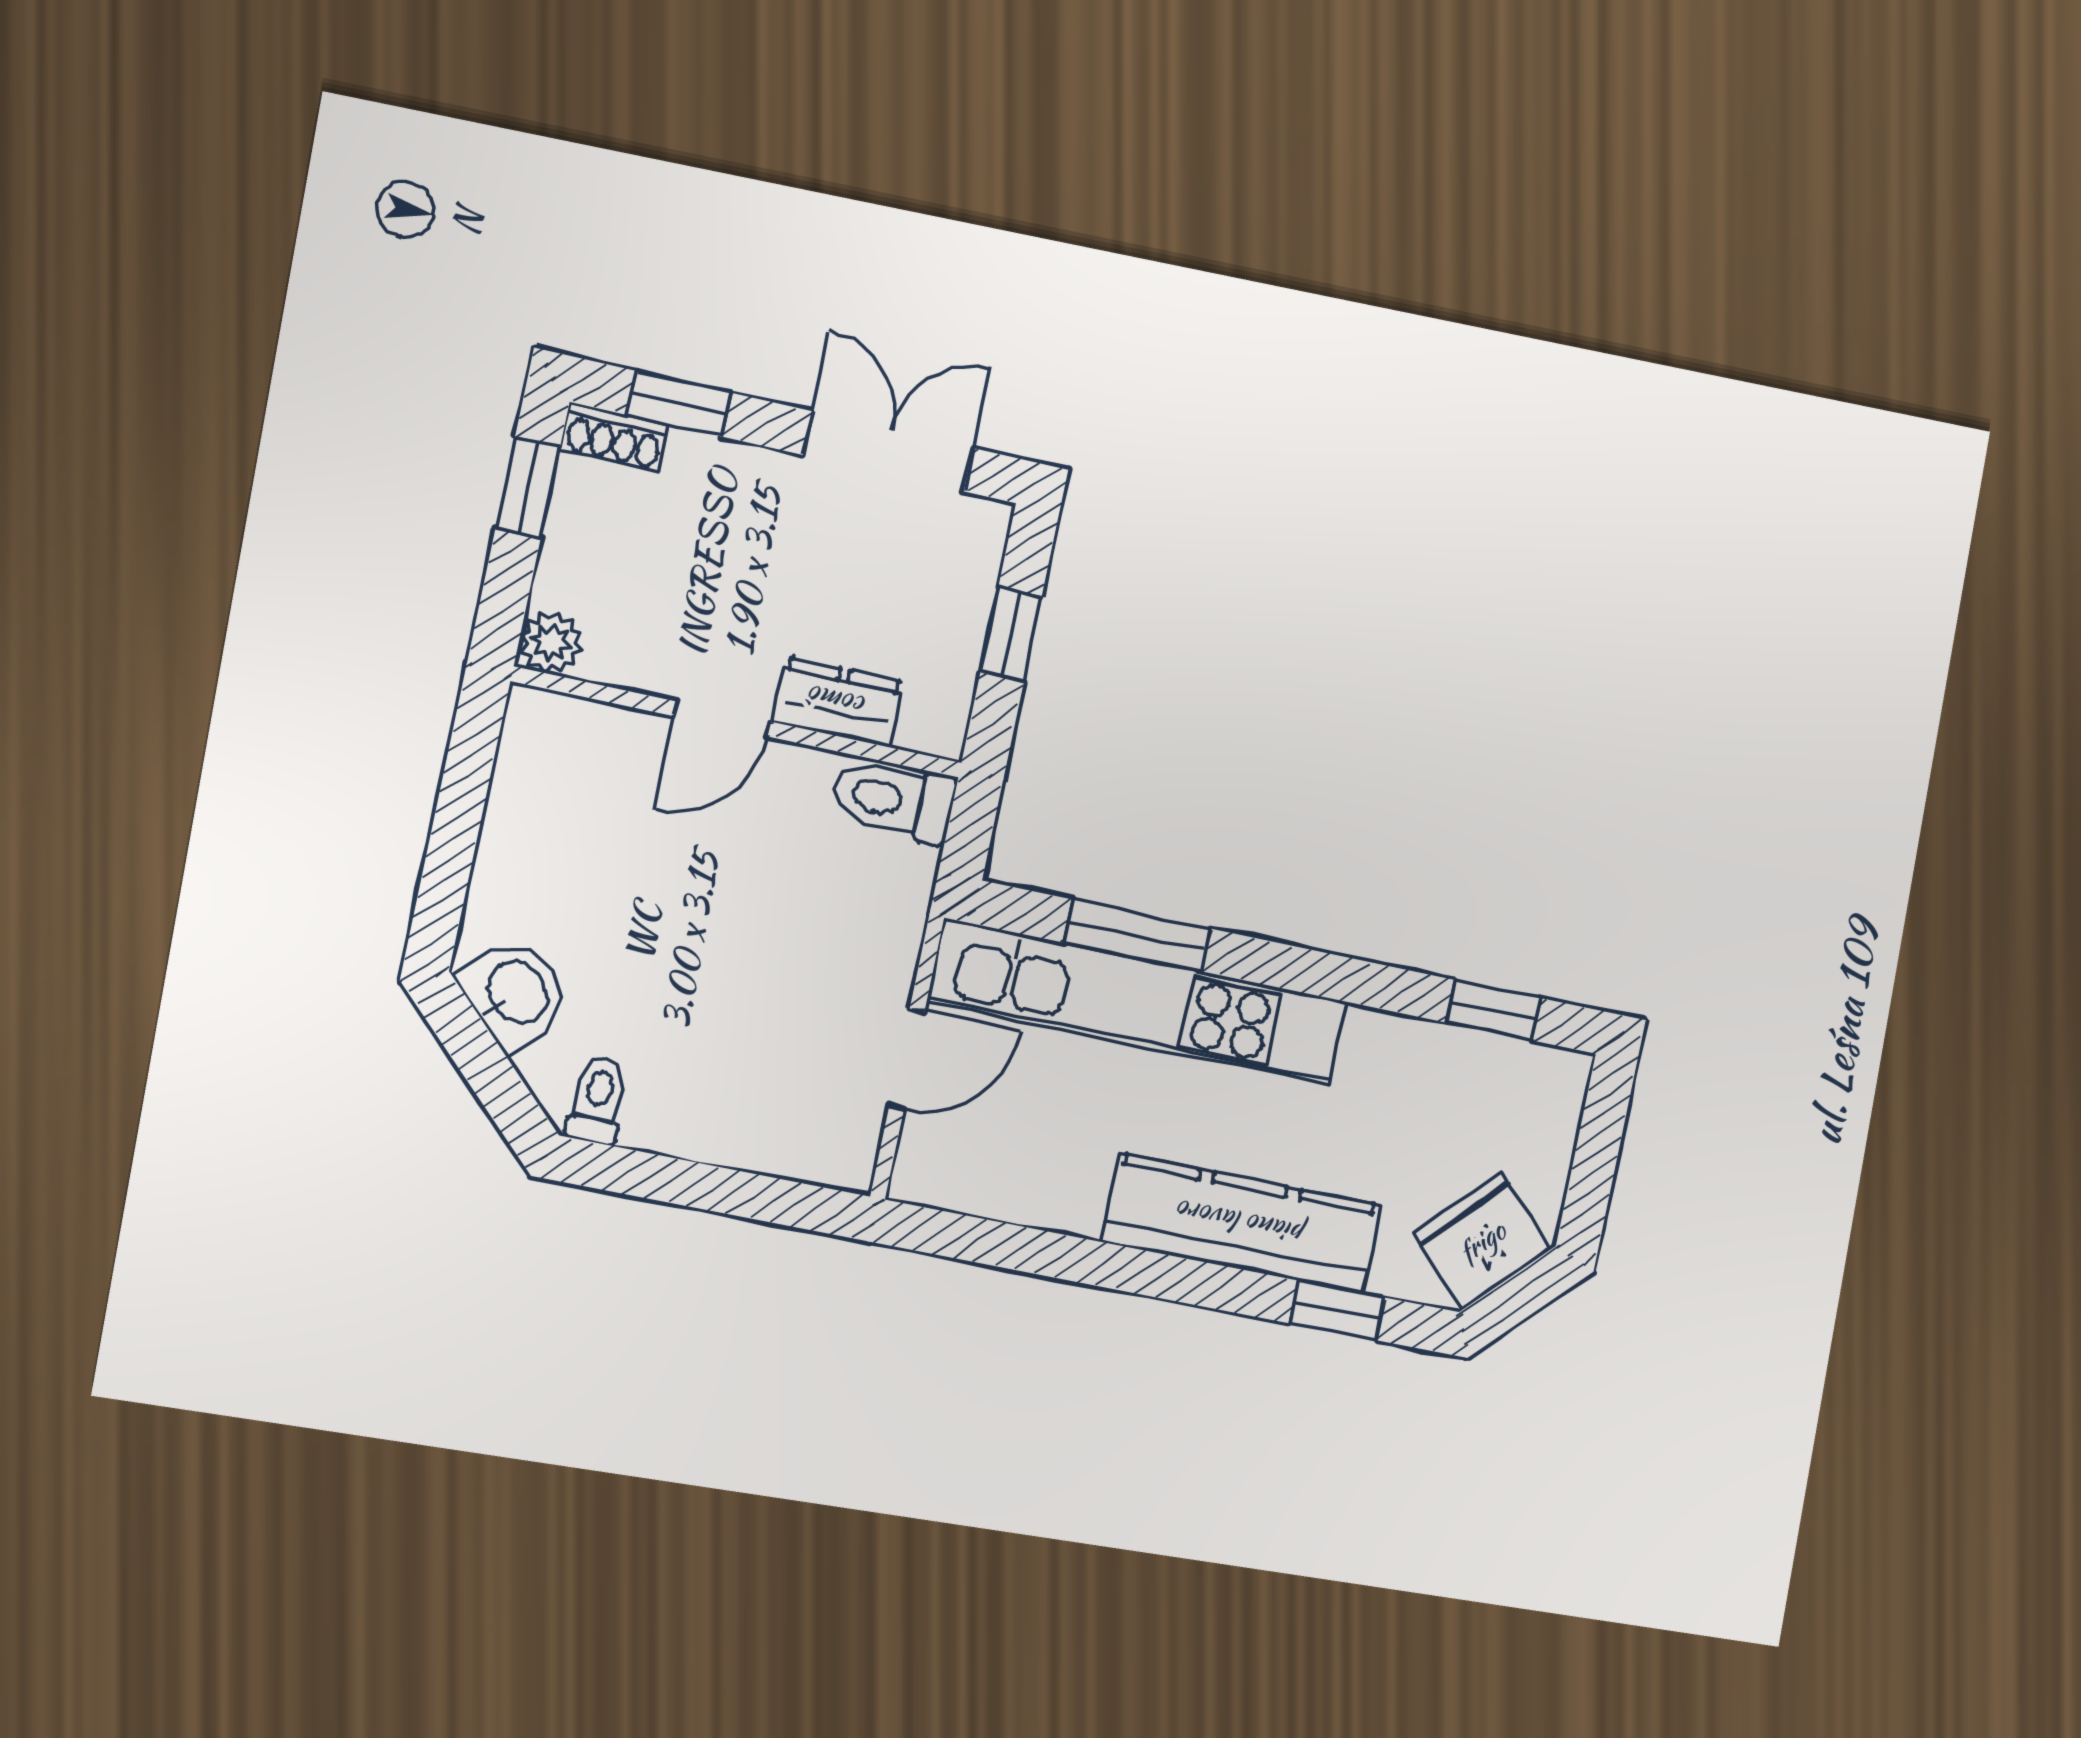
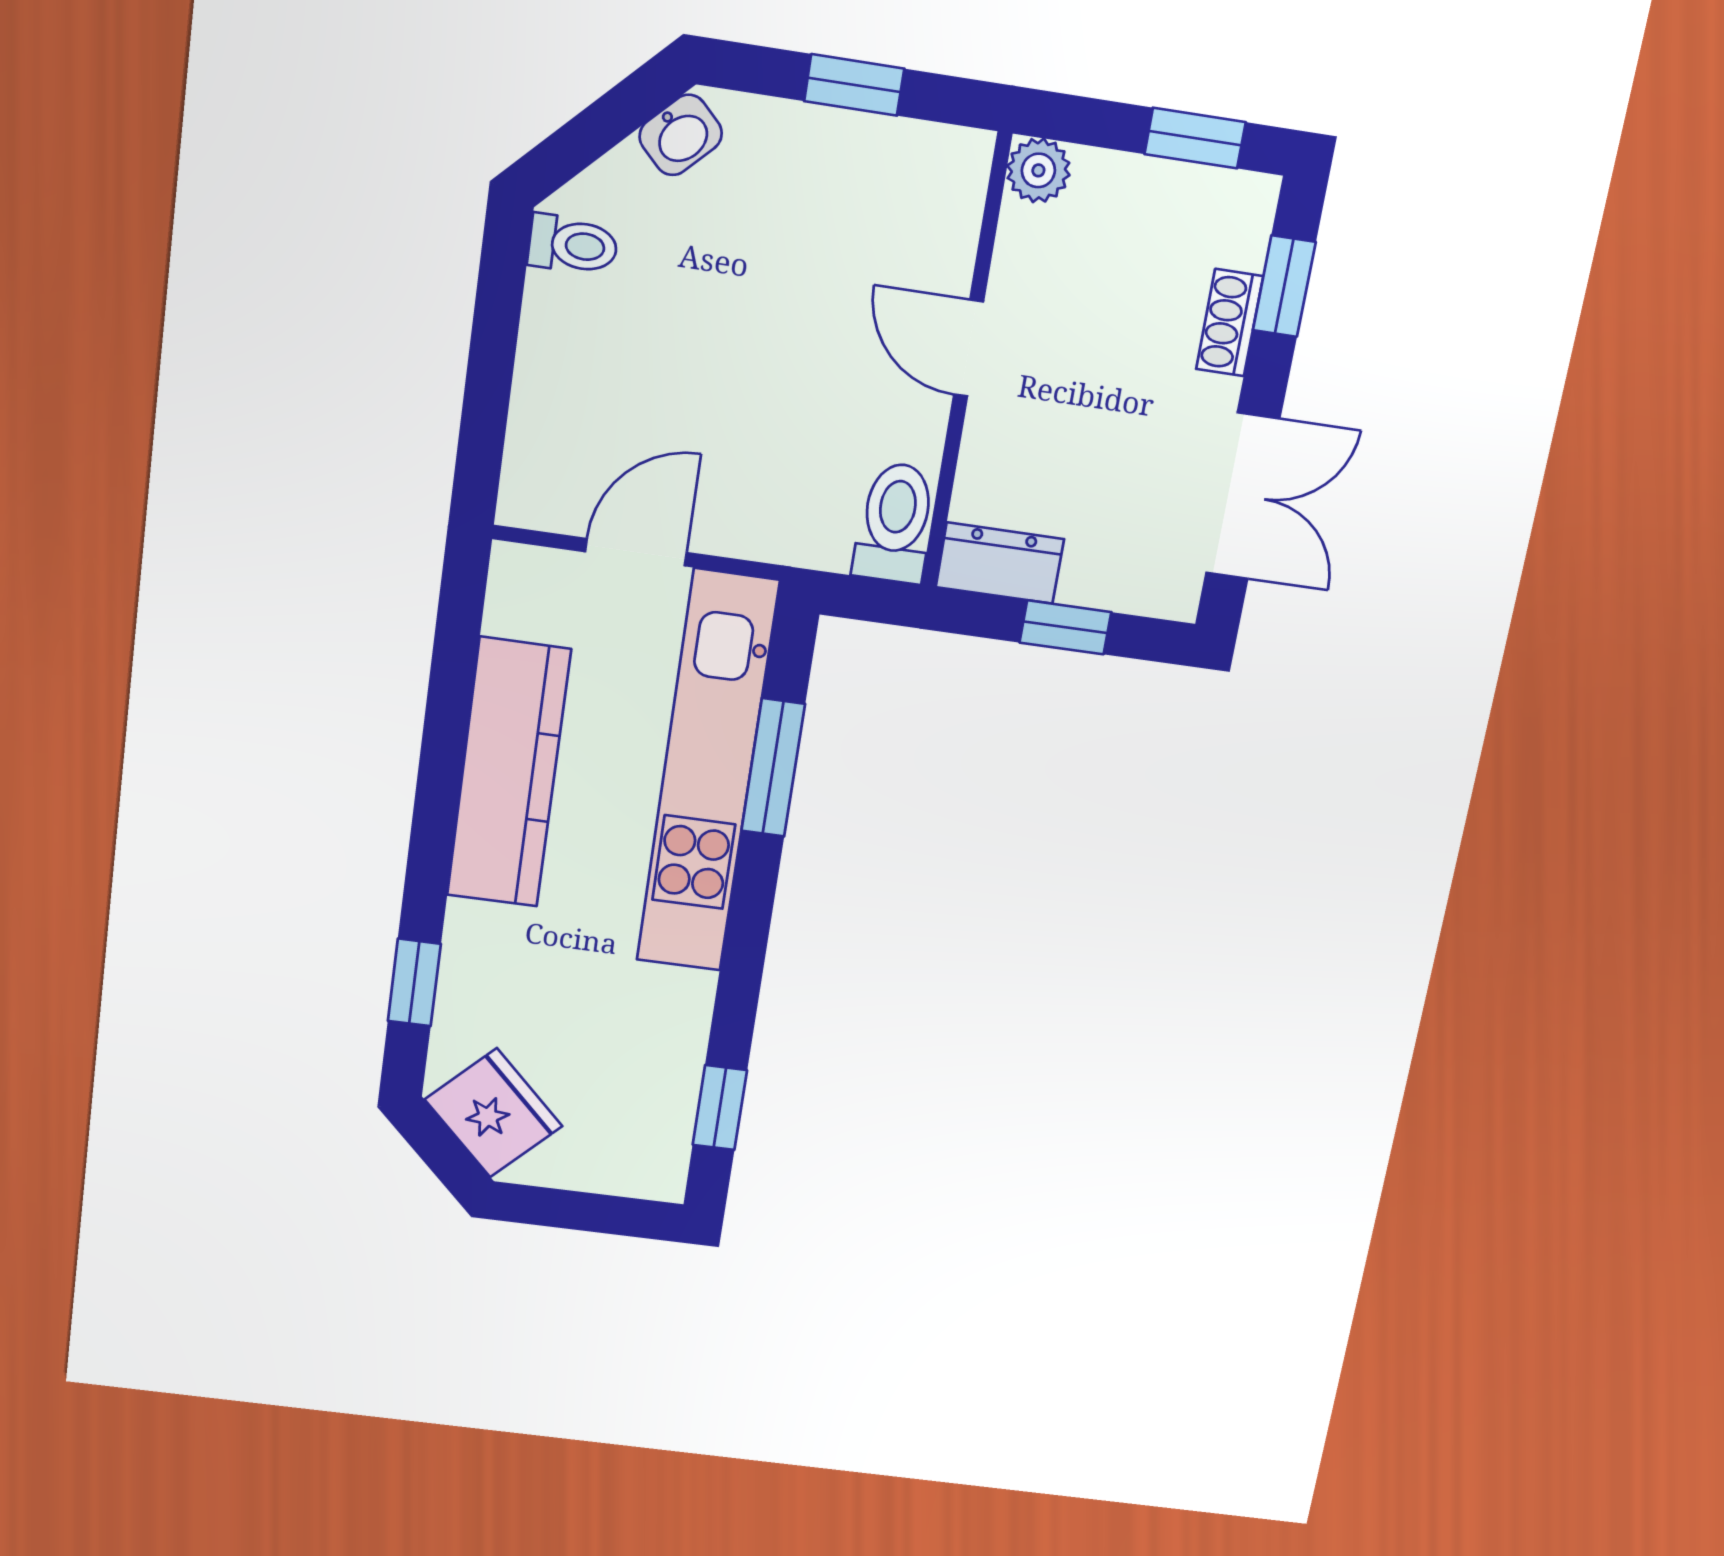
shoe rack: (614, 437) -> (1230, 323), moved
dresser: (838, 702) -> (1000, 563), moved, turned -90
window: (458, 818) -> (854, 85), added
washbasin: (516, 994) -> (681, 135), width x0.72, depth x0.69
door: (907, 1059) -> (636, 552), swing flipped
kitchen counter: (1242, 1223) -> (509, 773), moved

